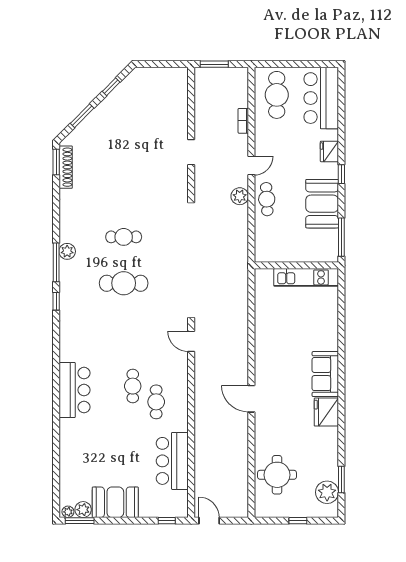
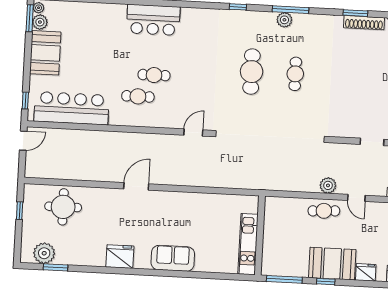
window: (56, 162) -> (355, 13), moved
window: (341, 174) -> (326, 282), moved
booth: (322, 204) -> (332, 264), moved
window: (56, 262) -> (291, 10), moved
sofa: (325, 374) -> (173, 258), moved
bar counter: (172, 461) -> (72, 108), width x1.36
window: (298, 521) -> (20, 211), moved

